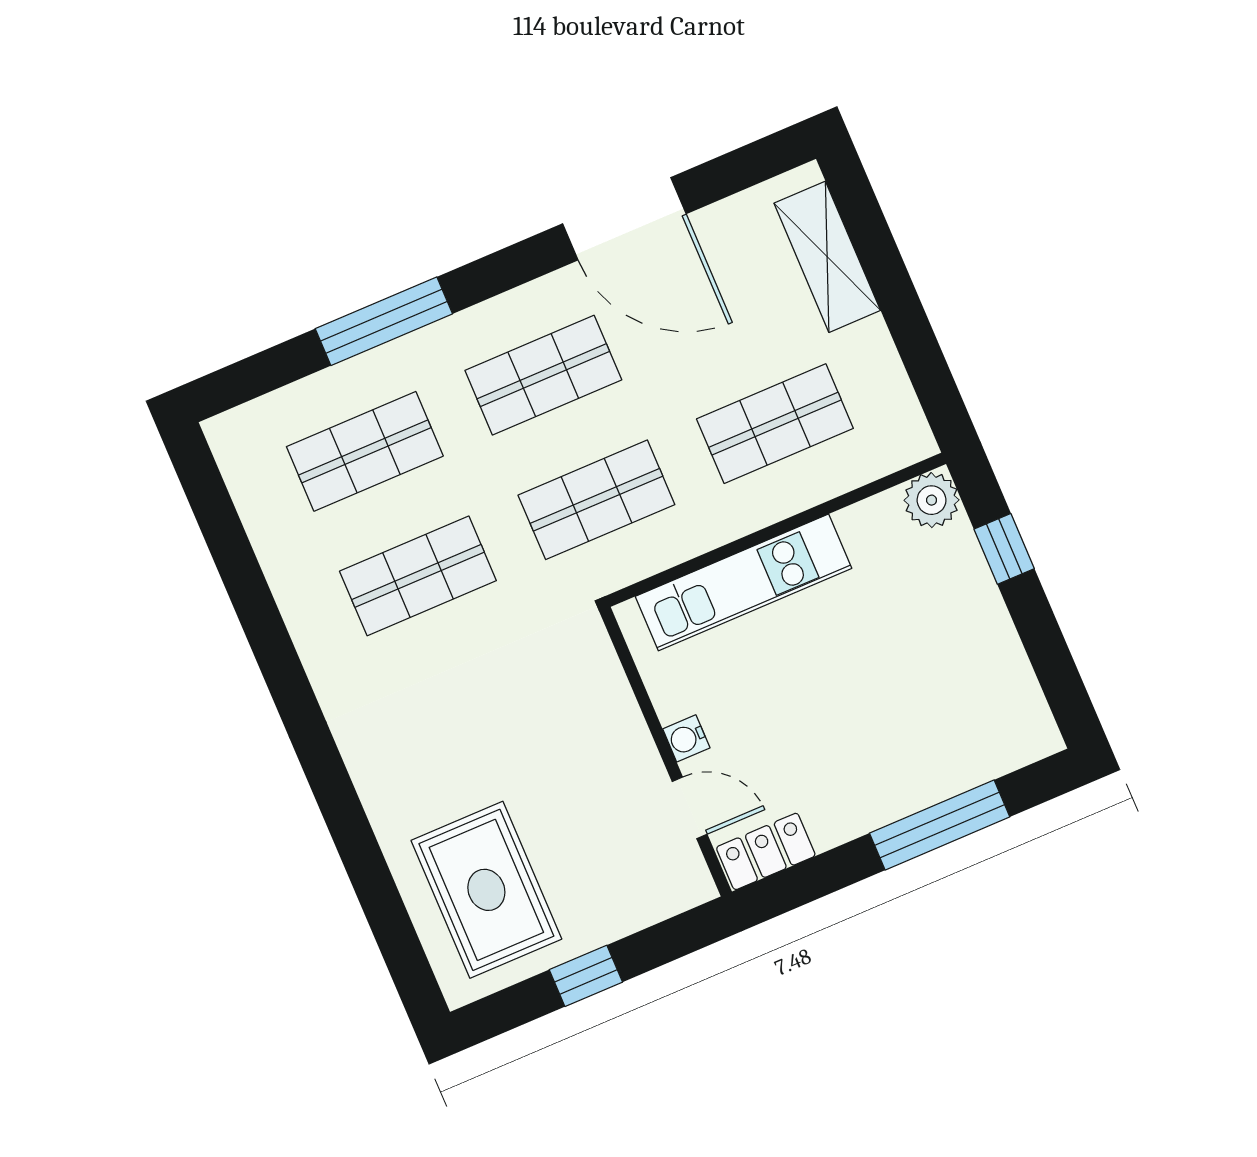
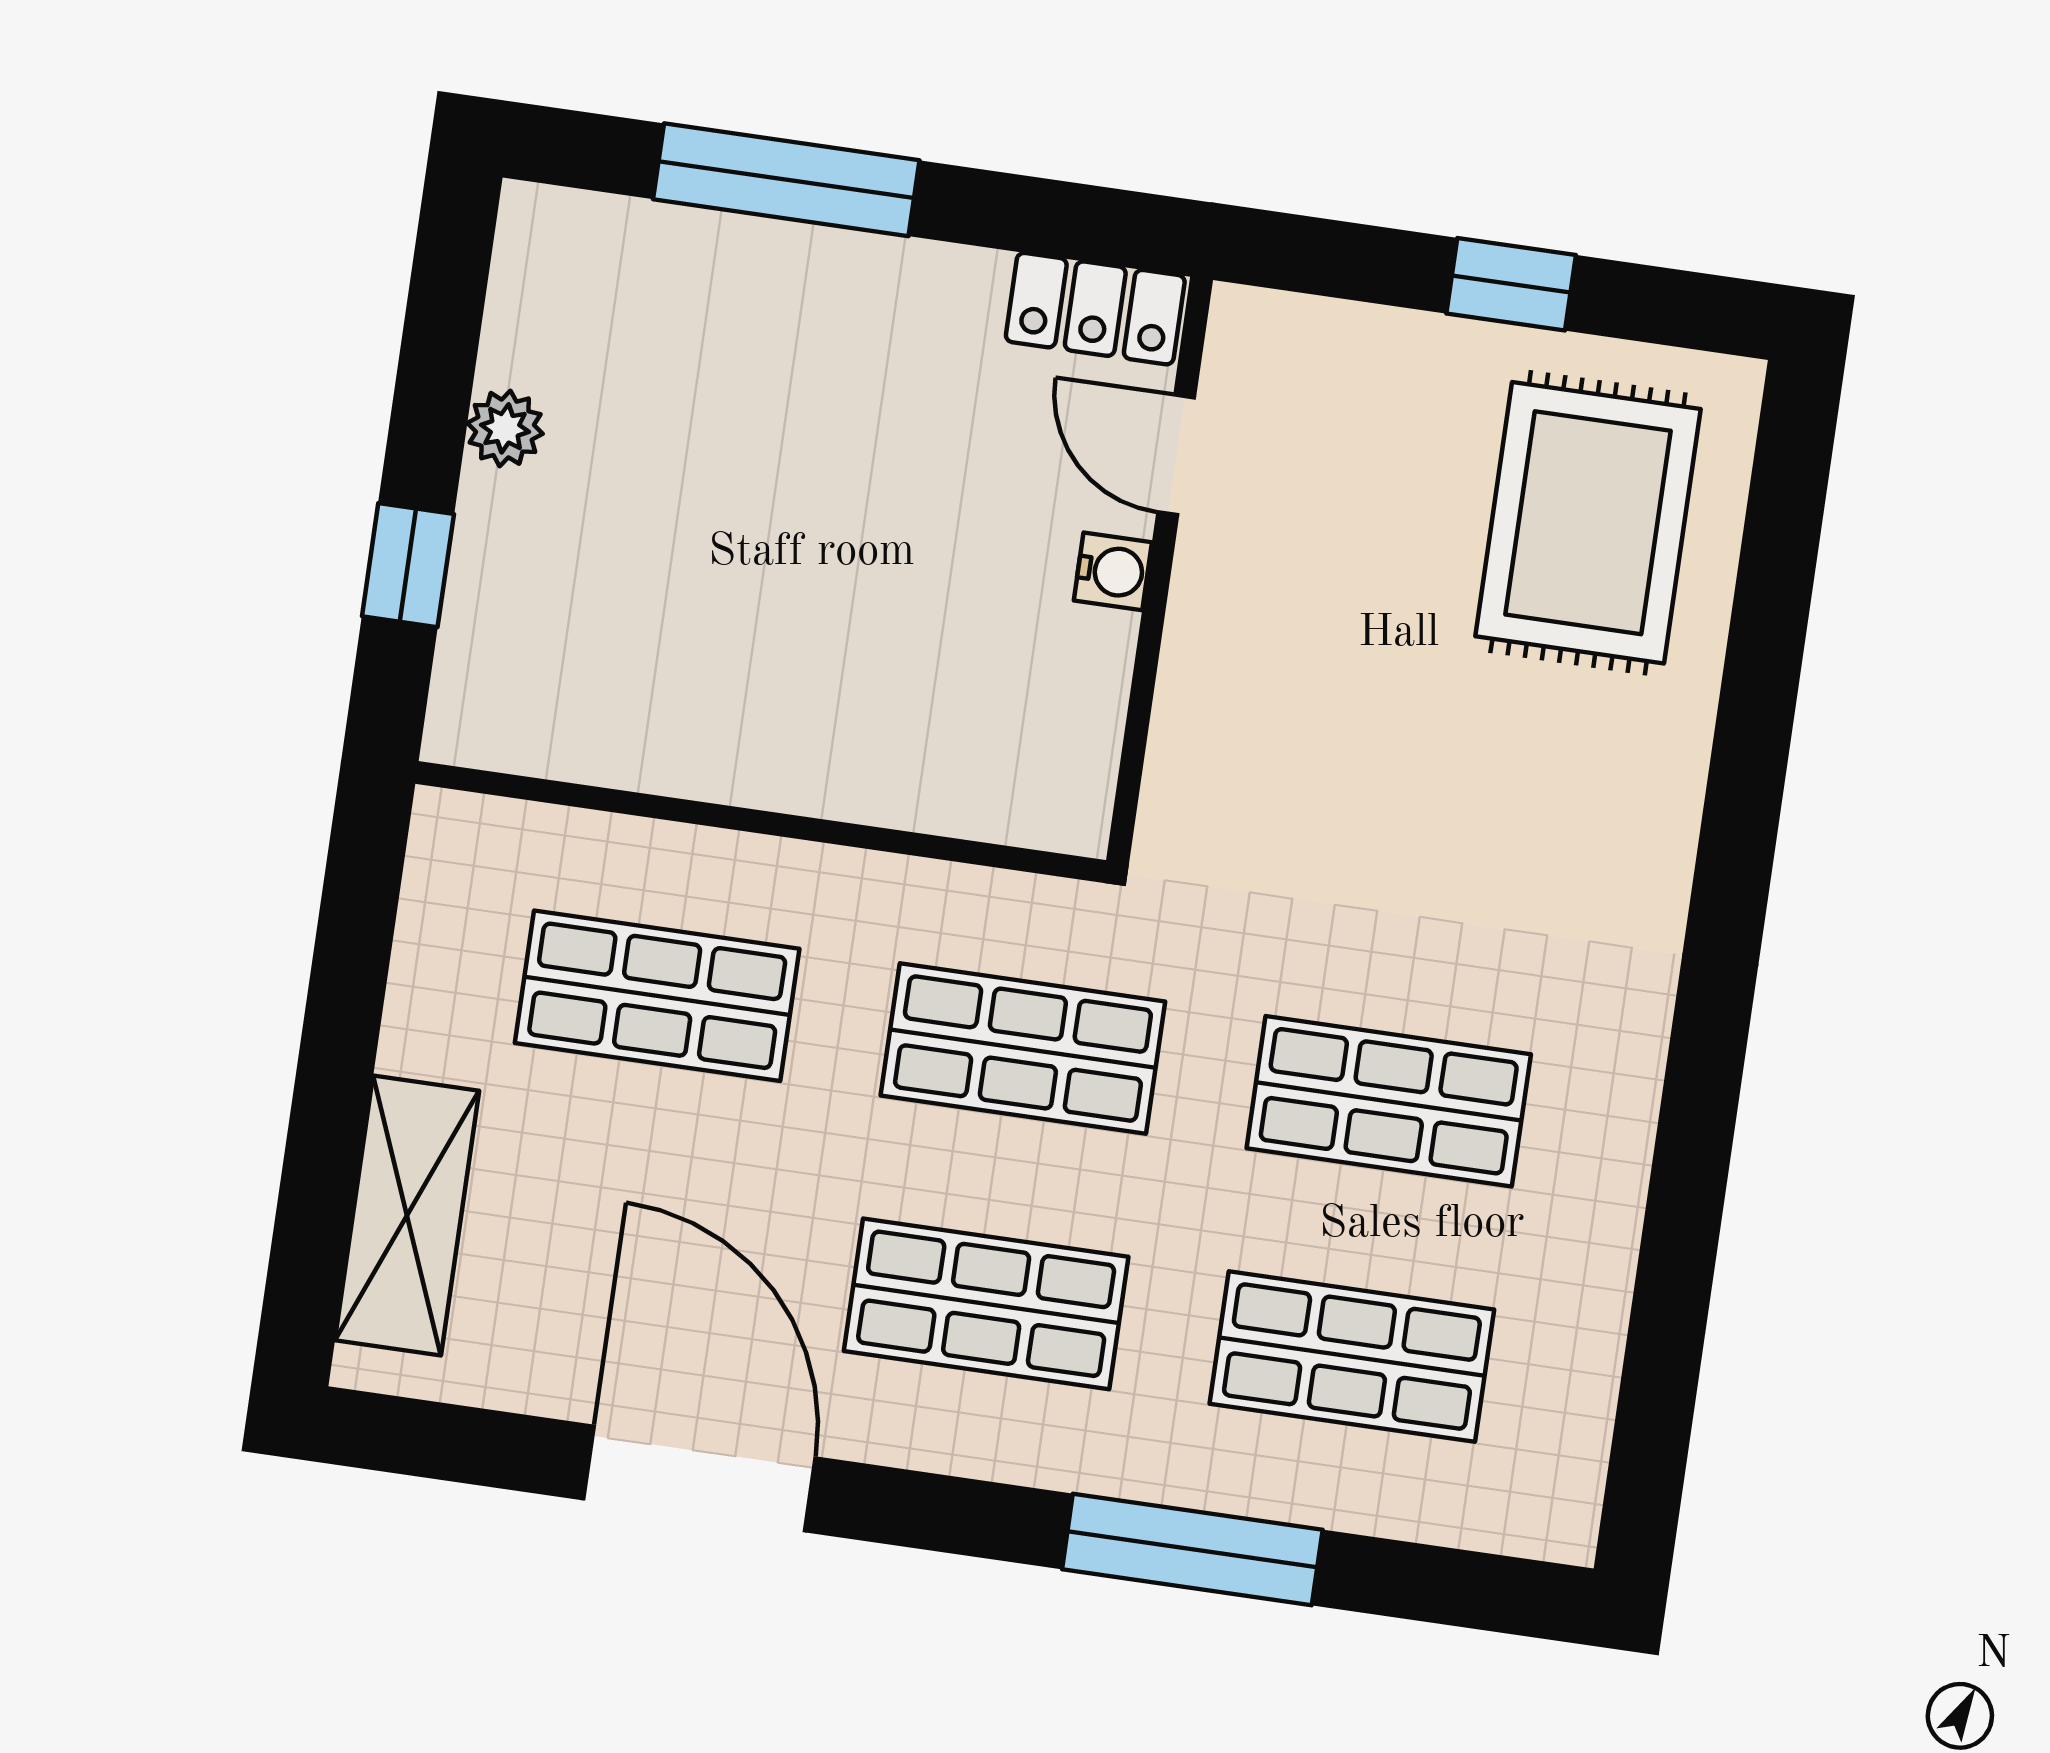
plant: (932, 500) -> (505, 428), moved, width x0.73, depth x0.73
kitchen unit: (743, 582) -> (865, 768), removed

